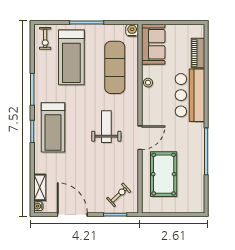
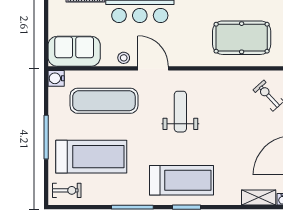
weight bench: (106, 127) -> (180, 112), turned 90
door: (140, 138) -> (153, 68), moved

